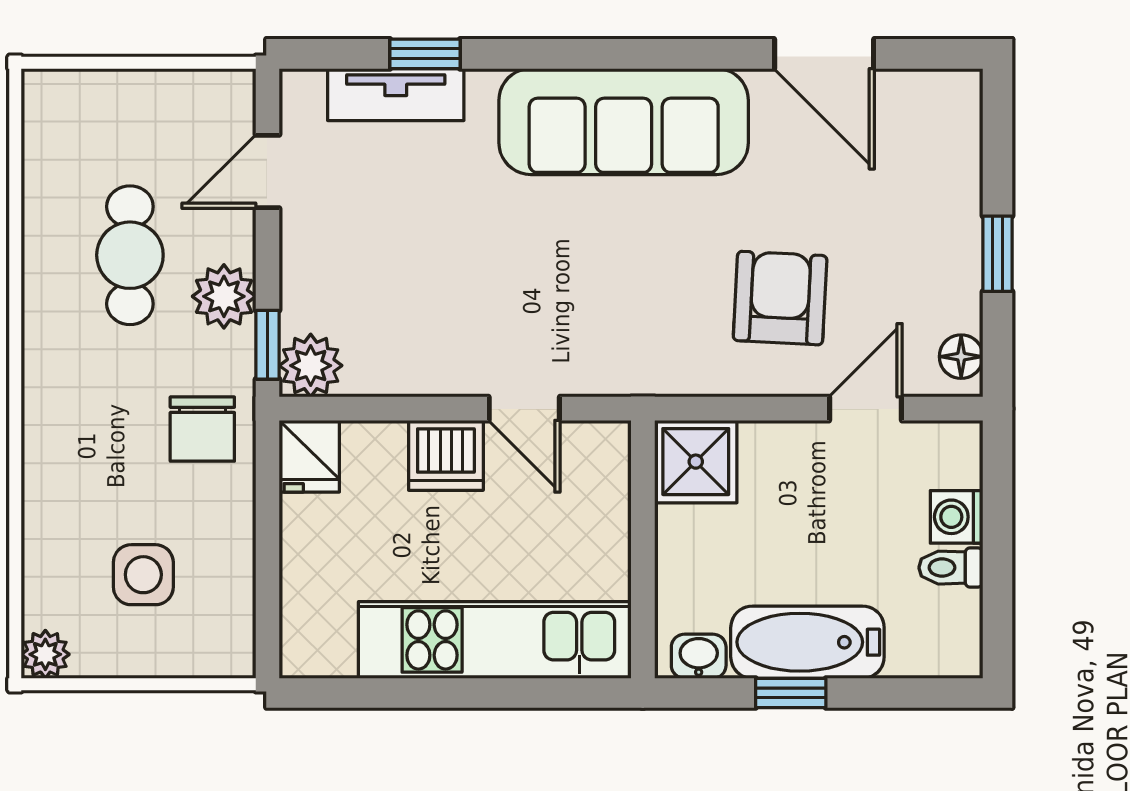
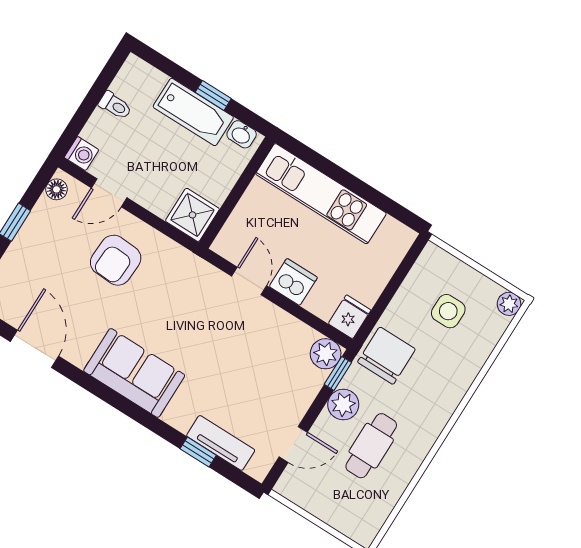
sofa: (624, 122) -> (134, 373), width x0.73
chair: (202, 429) -> (386, 356), width x1.37, depth x1.37
washing machine: (957, 517) -> (82, 154), moved

